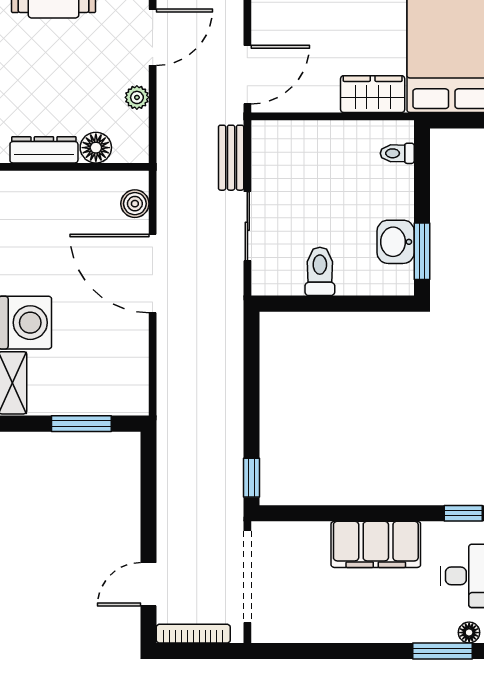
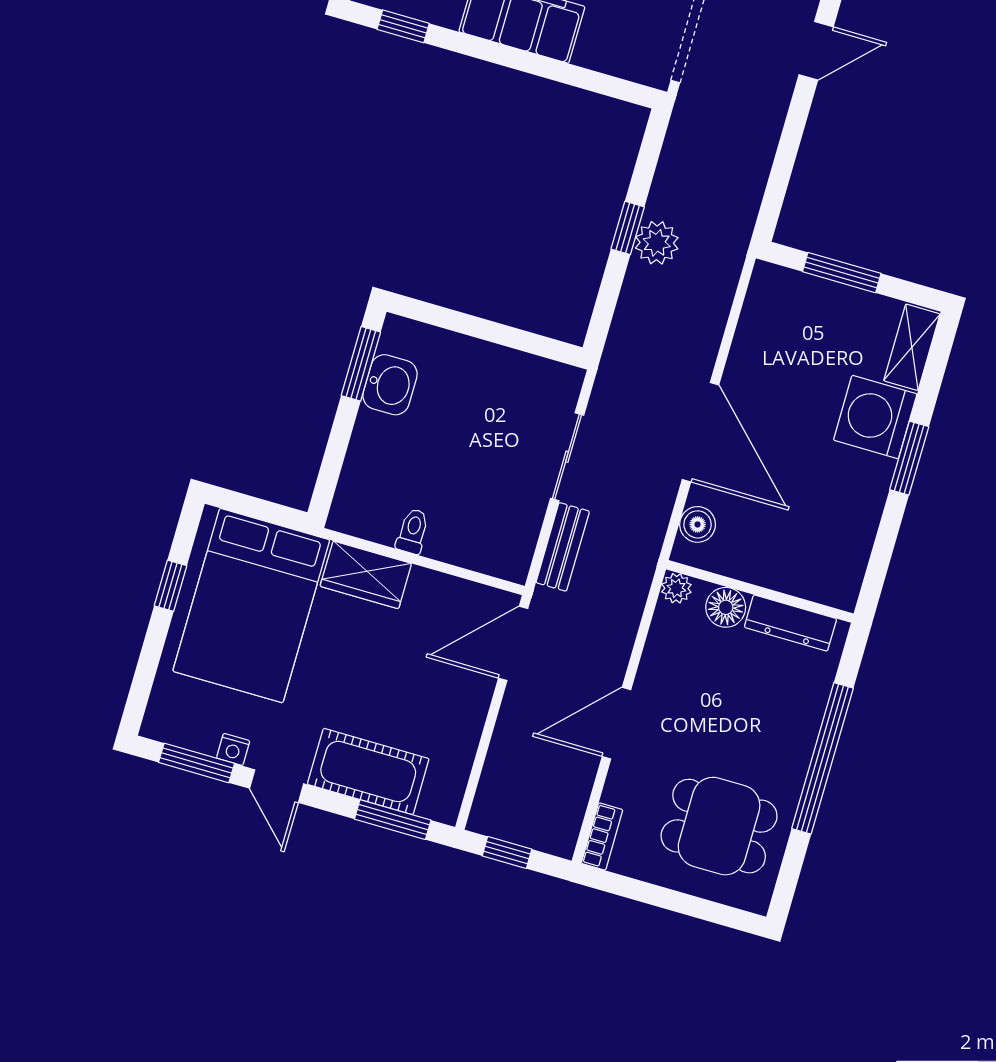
plant: (137, 97) -> (676, 588), moved
toilet: (397, 153) -> (413, 531), moved, turned -90
toilet: (320, 271) -> (494, 375), removed
plant: (226, 406) -> (657, 243), added
window: (251, 478) -> (628, 228), moved

